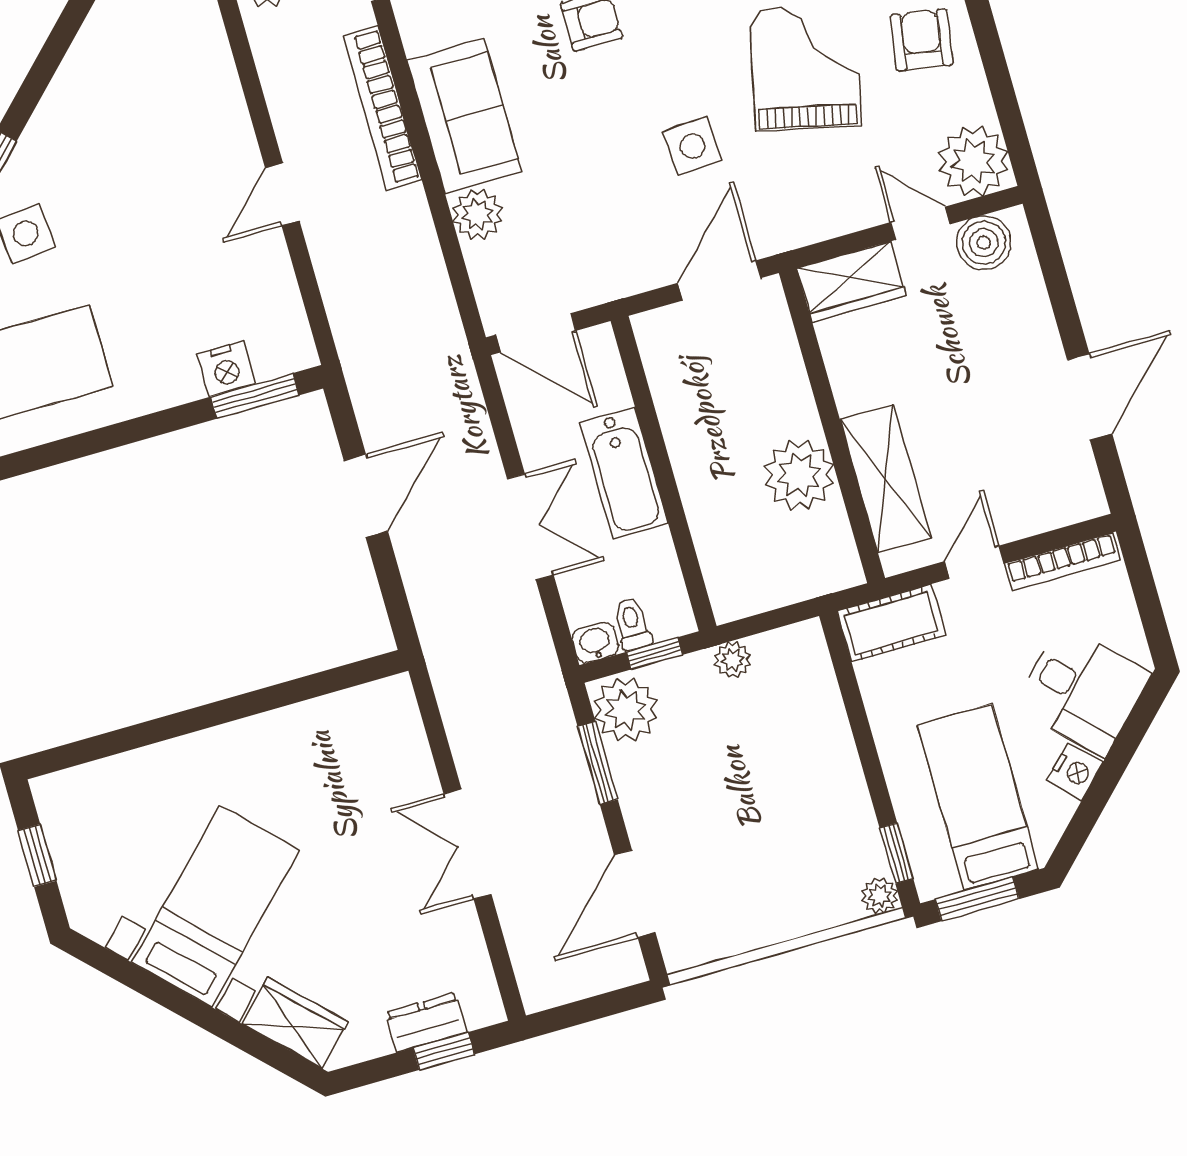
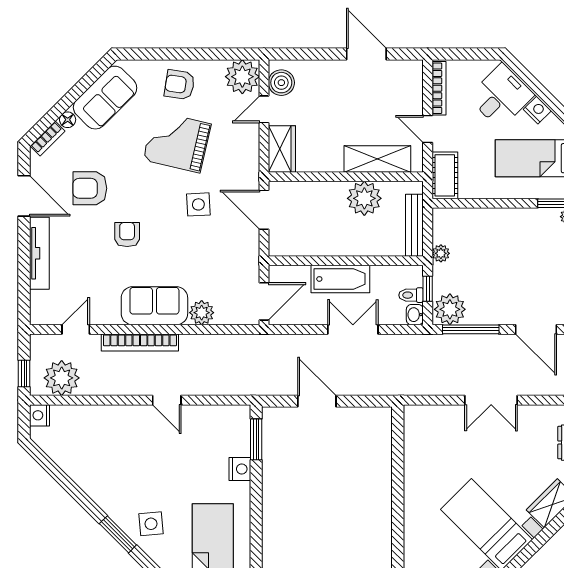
nightstand: (226, 369) -> (240, 469), moved
bench: (774, 591) -> (414, 225), added
window: (598, 763) -> (471, 329), width x1.44

